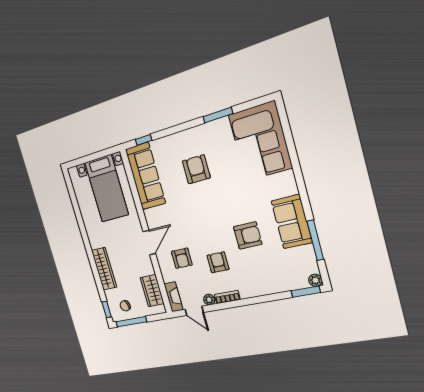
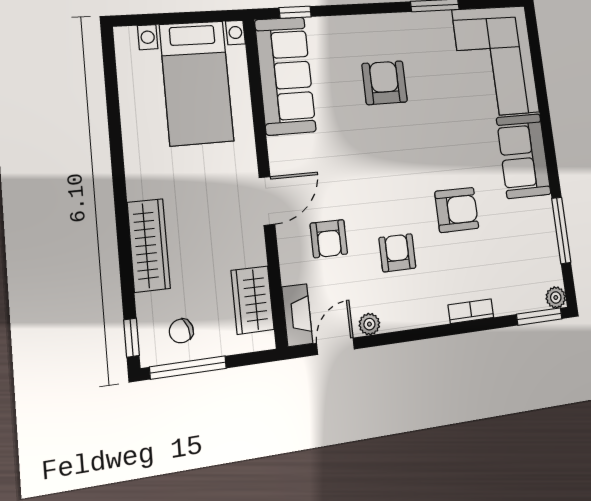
sofa: (292, 222) -> (524, 156), moved
bookcase: (227, 297) -> (471, 311), moved
door: (194, 311) -> (336, 346), swing flipped

